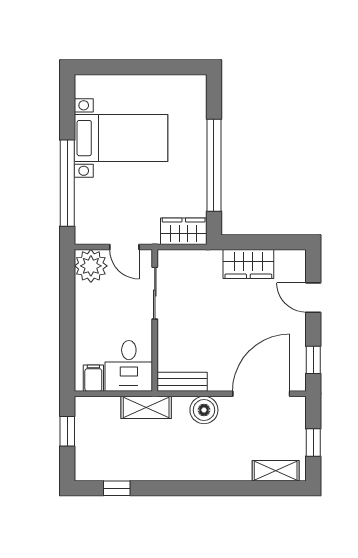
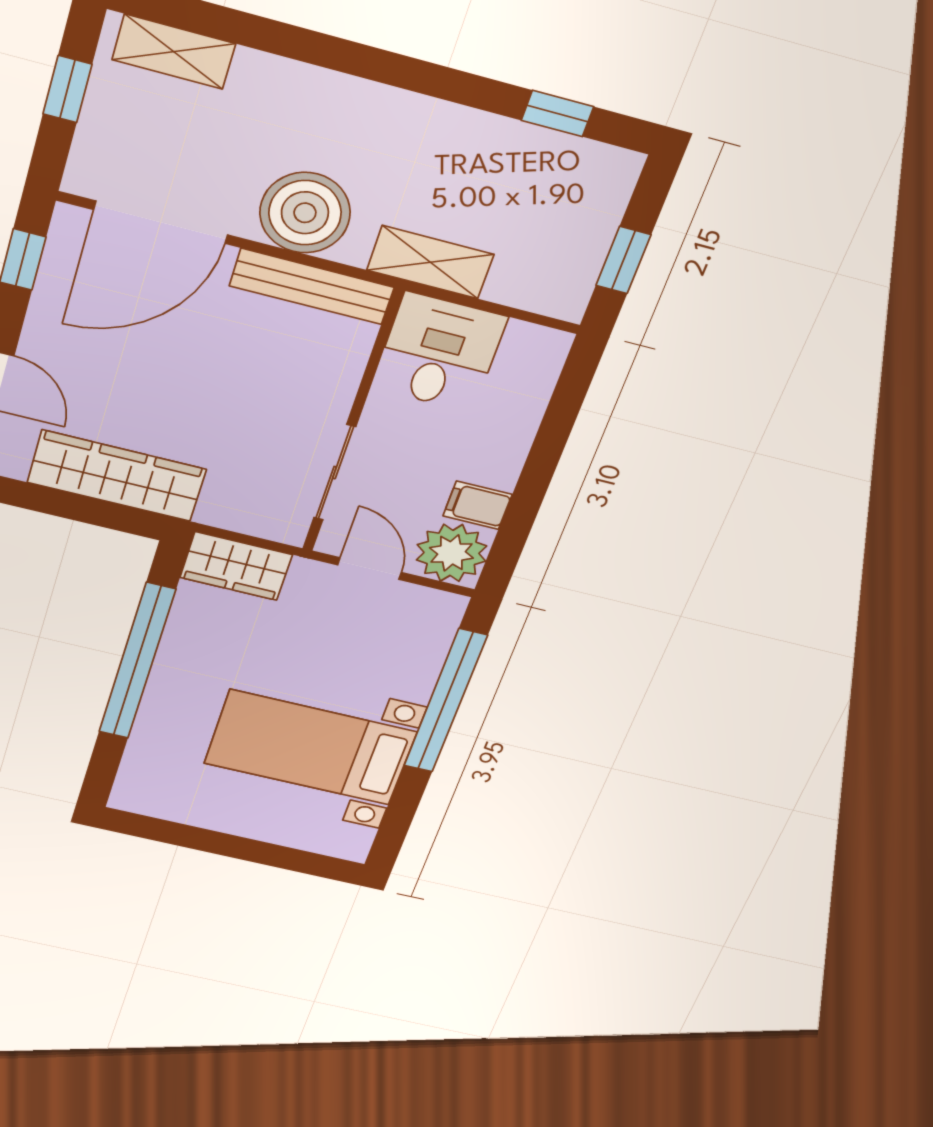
wardrobe: (248, 264) -> (117, 476), width x1.50
filing cabinet: (93, 378) -> (478, 505), moved, turned 90
bench: (182, 382) -> (312, 287), width x1.36
boiler: (204, 410) -> (305, 213), width x1.37, depth x1.37

